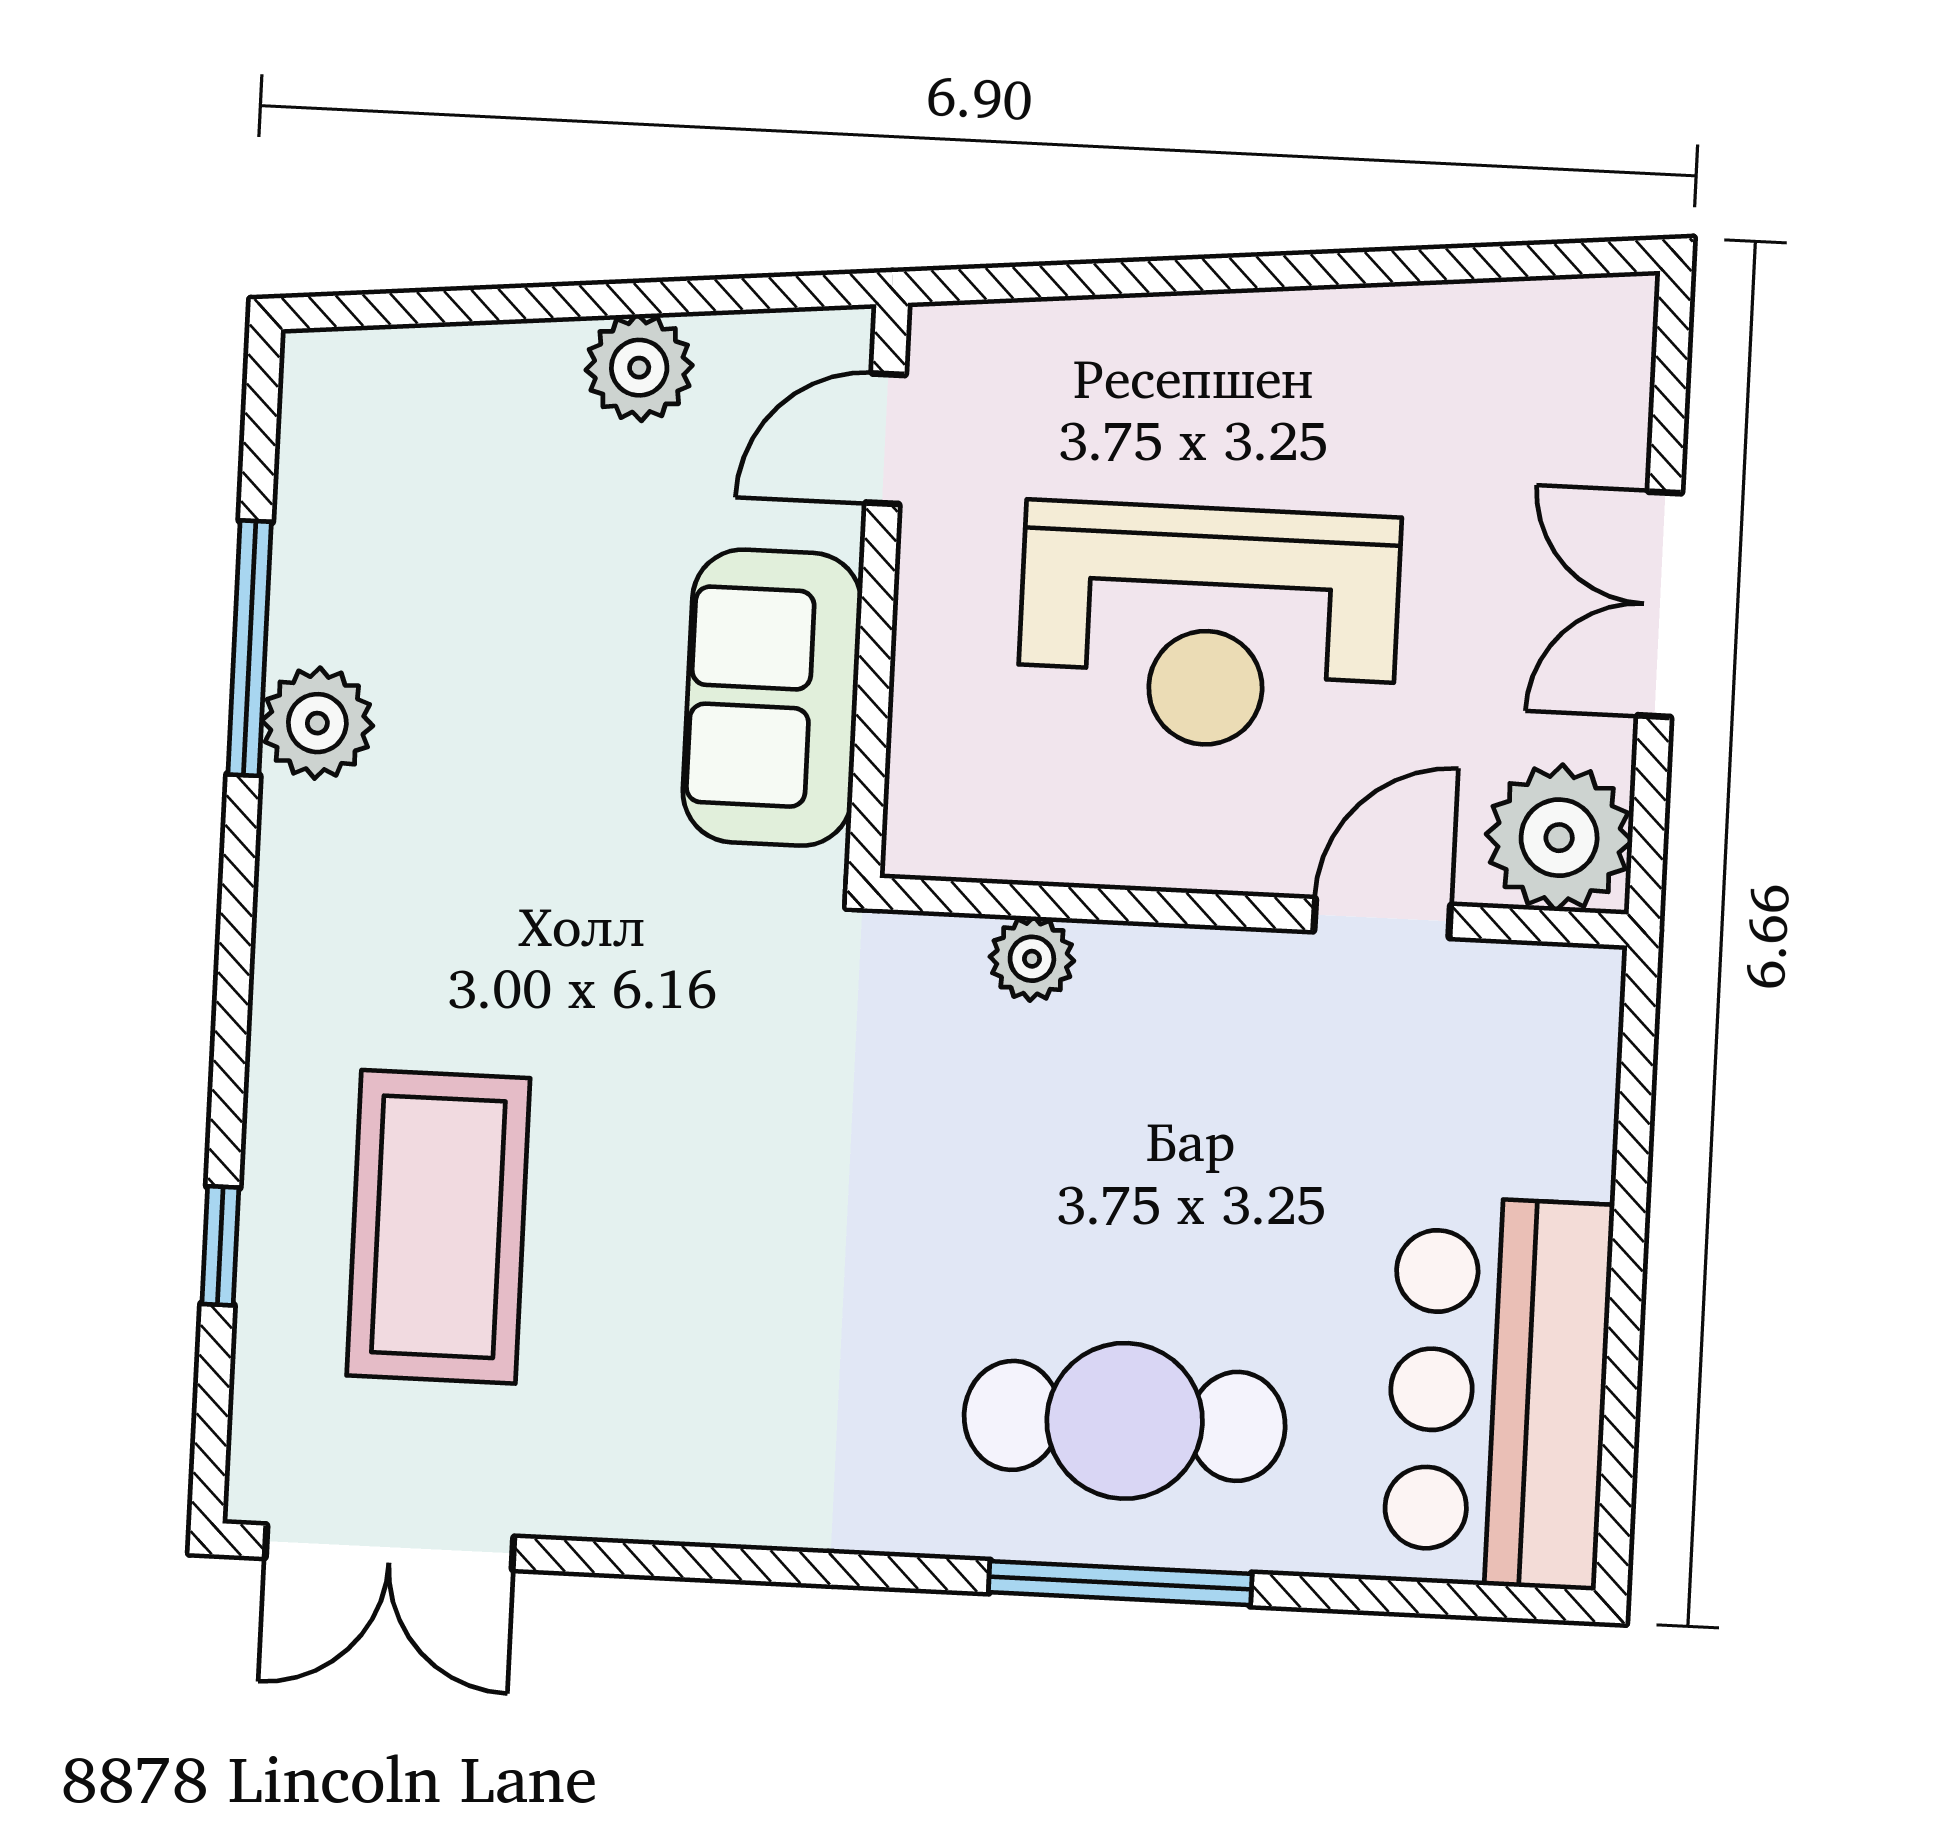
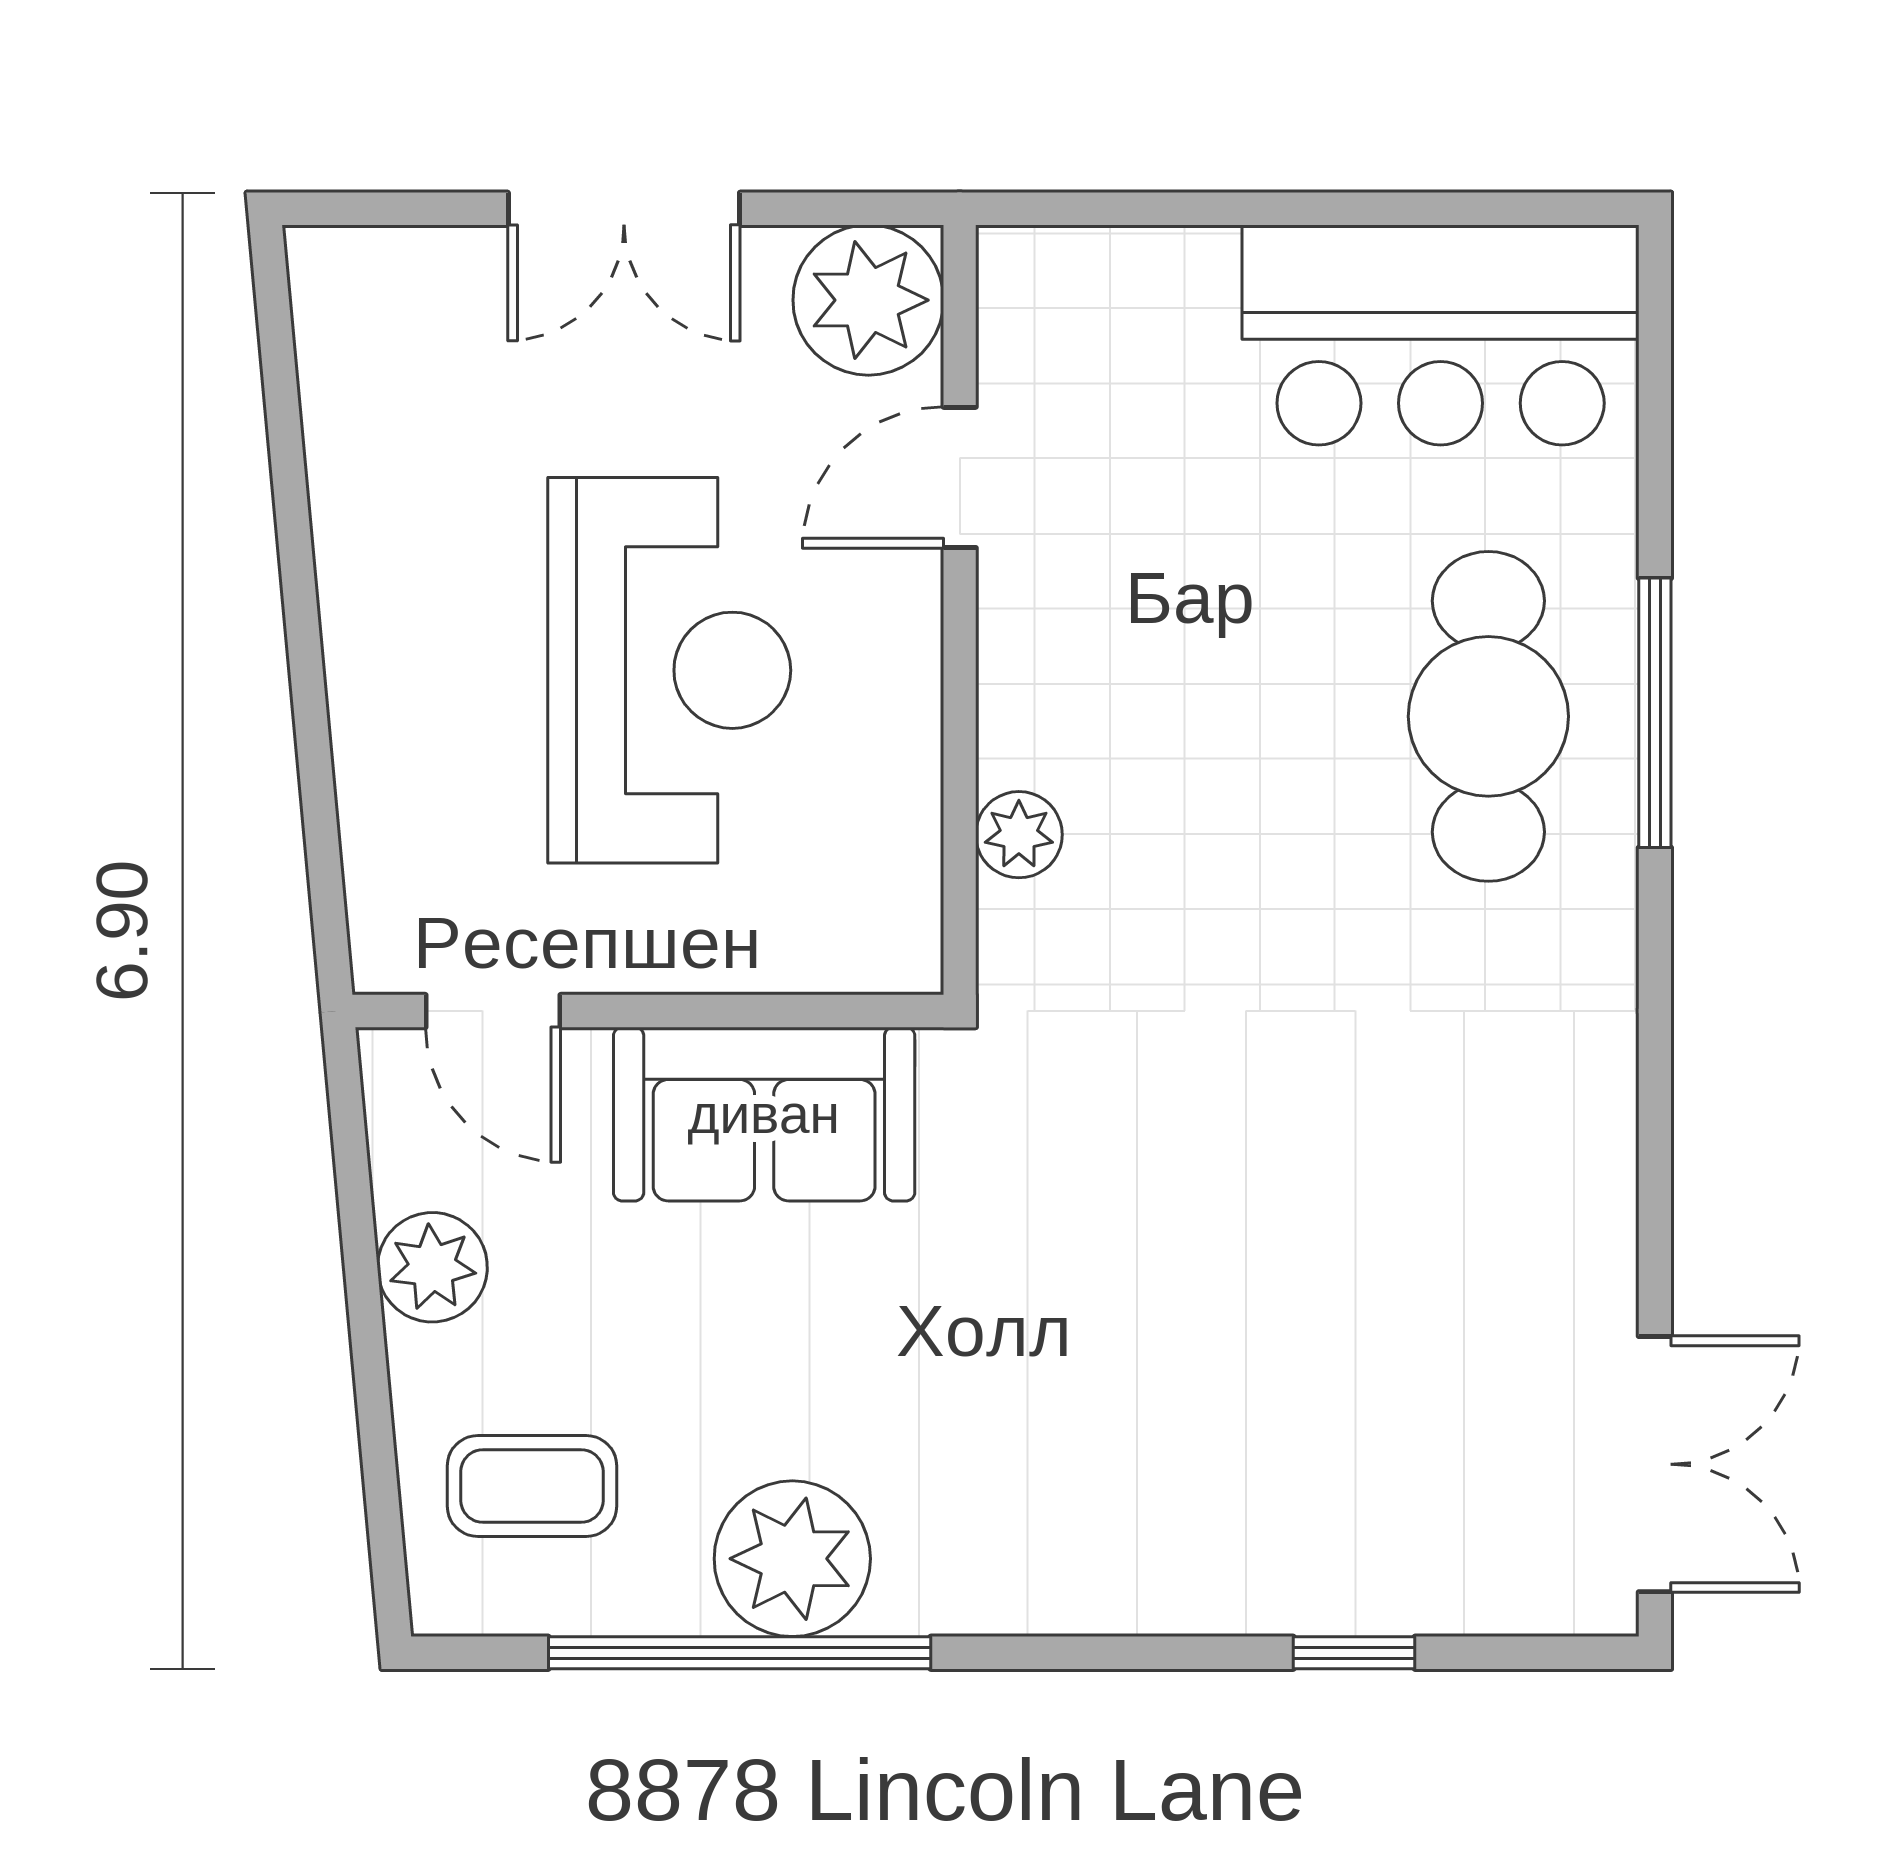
window: (250, 648) -> (740, 1653), width x1.46
plant: (317, 723) -> (792, 1559), width x1.36, depth x1.36
door: (1382, 918) -> (960, 477), hinge flipped
coffee table: (438, 1227) -> (532, 1486), moved, width x0.54, depth x0.58

